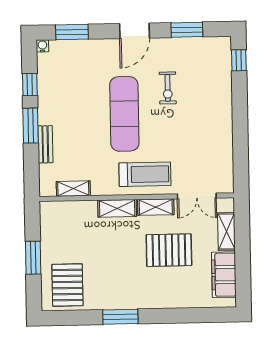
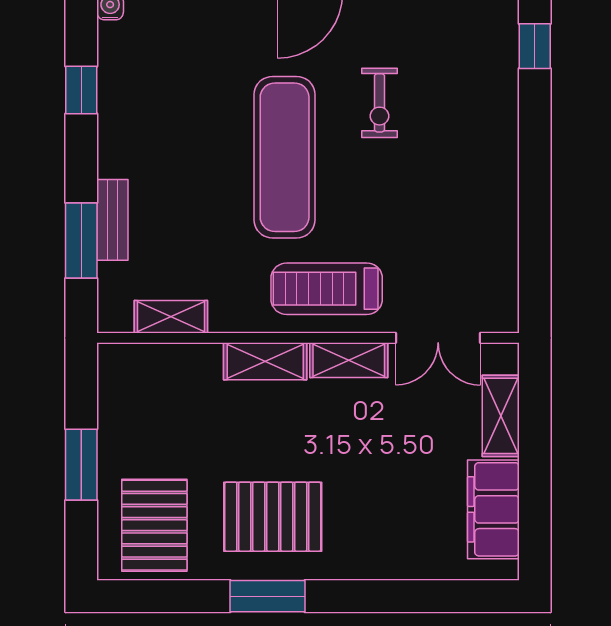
window: (31, 126) -> (81, 240), moved
treadmill: (145, 174) -> (327, 289), turned 180
pallet: (169, 250) -> (273, 517), moved

